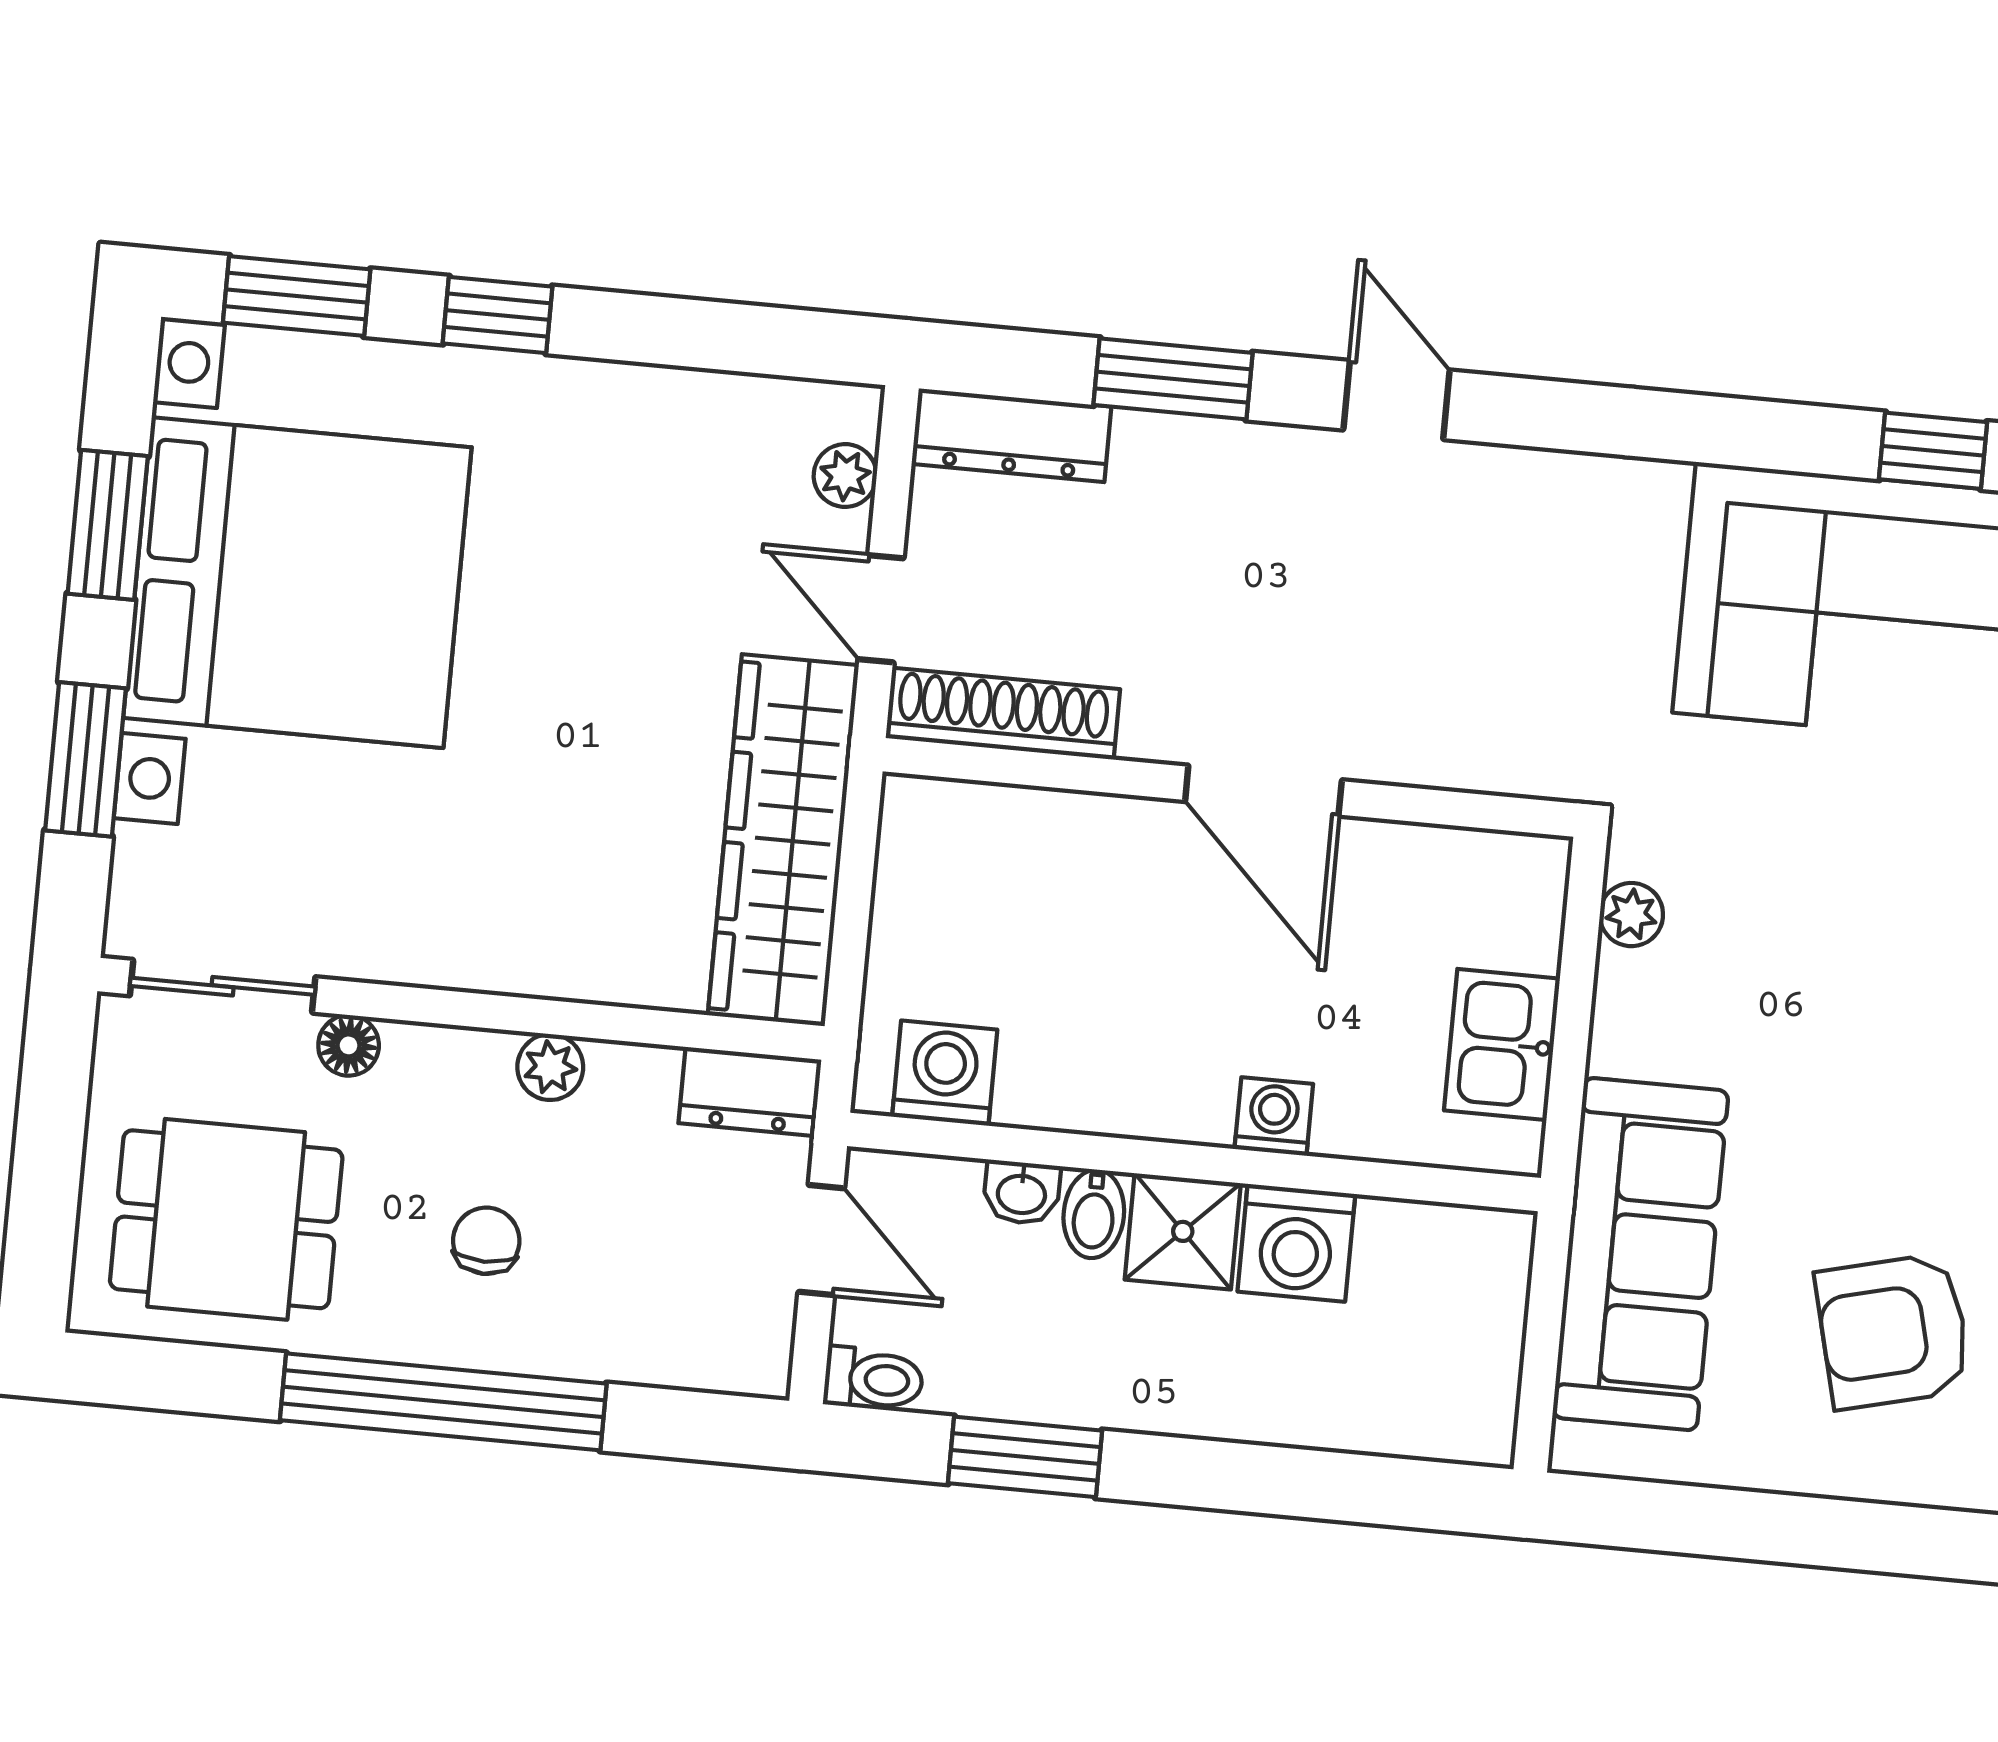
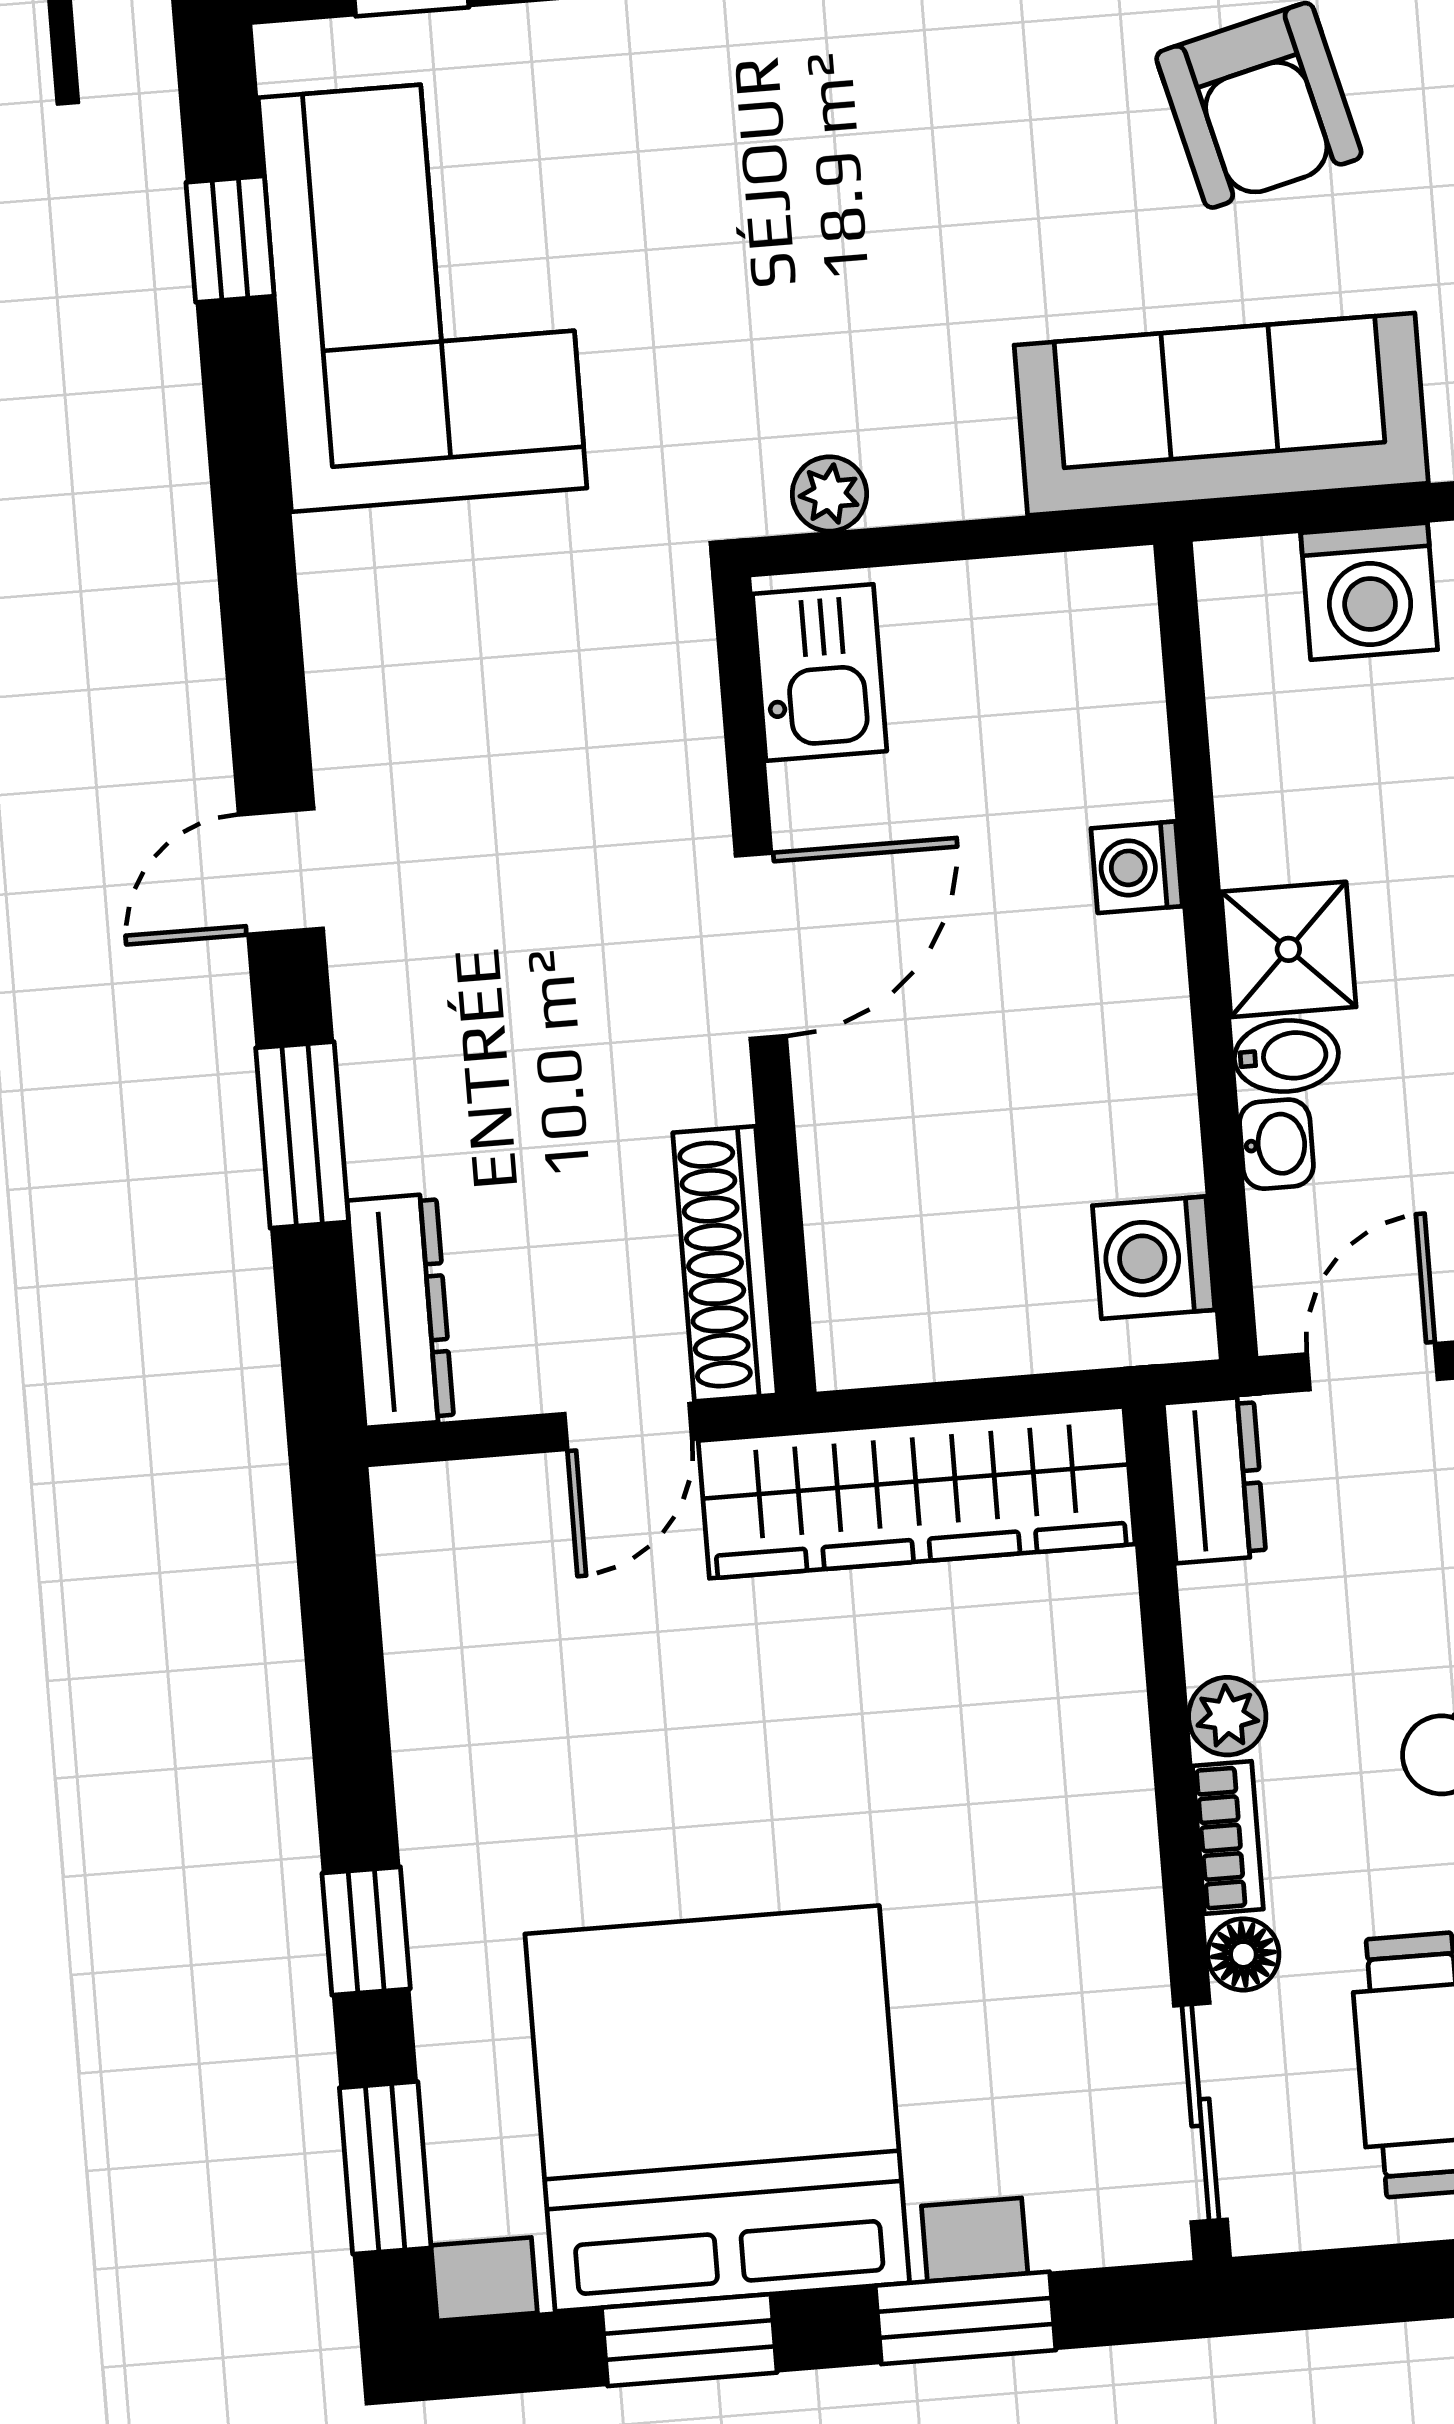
plant: (845, 476) -> (481, 1495), removed
kitchen sink: (1502, 1044) -> (820, 672), moved, turned -90
bookcase: (449, 1050) -> (1228, 1837), added
washing machine: (1296, 1243) -> (1369, 591), moved, turned 90

